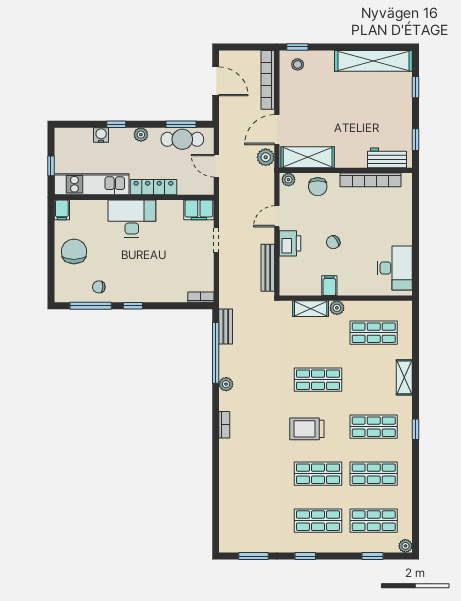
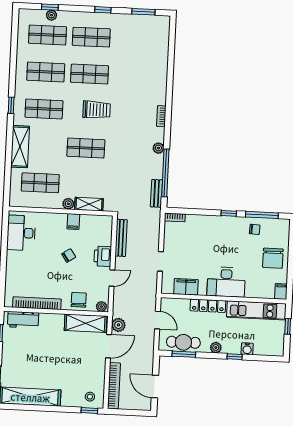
filing cabinet: (199, 210) -> (186, 287), moved
shelving: (404, 377) -> (20, 147), width x1.50, depth x1.33
plant: (405, 546) -> (52, 15), moved

